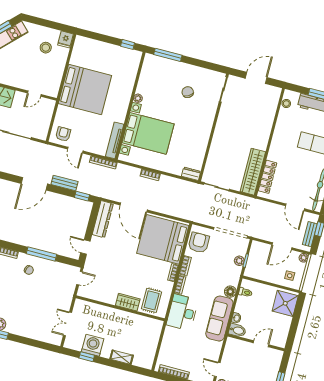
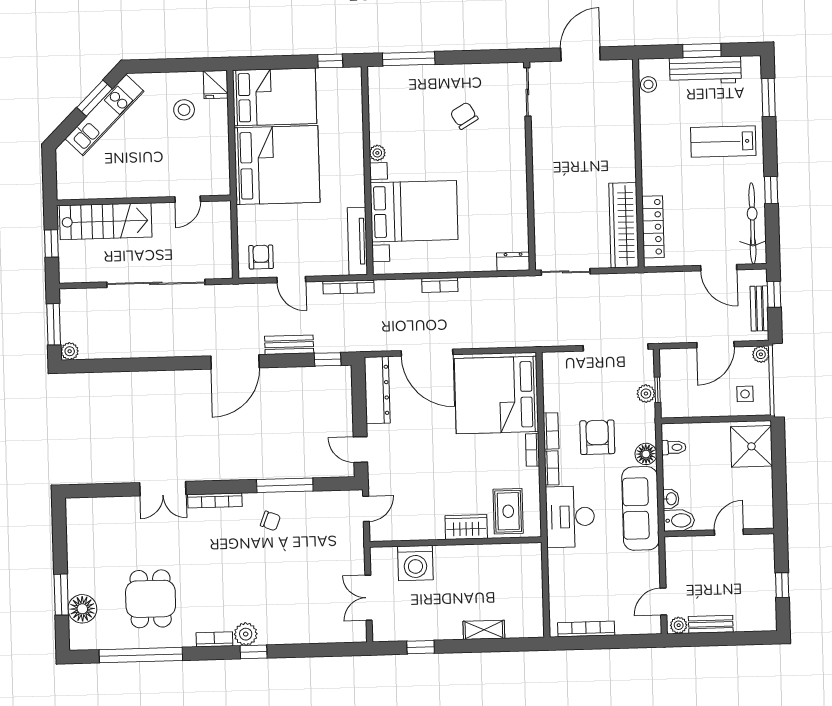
bed: (94, 54) -> (275, 97), added
armchair: (199, 243) -> (597, 437), moved
washing machine: (93, 345) -> (415, 563), moved, turned 180
door: (217, 369) -> (663, 602), hinge flipped

